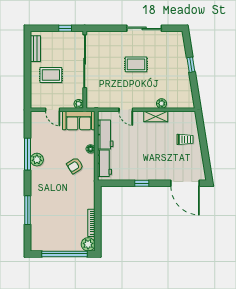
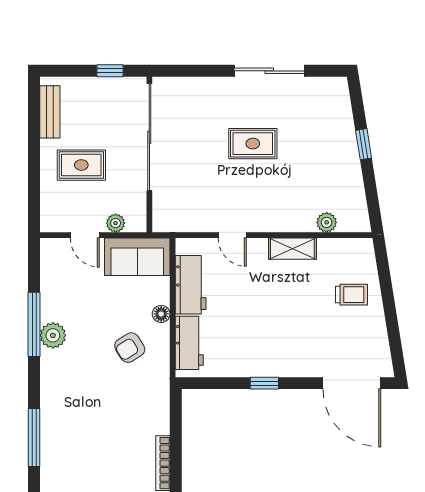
plant: (79, 104) -> (116, 223), moved
plant: (162, 104) -> (327, 222), moved

